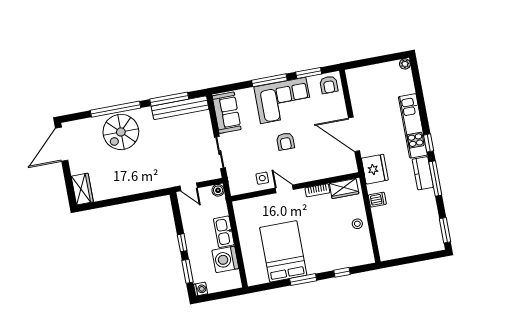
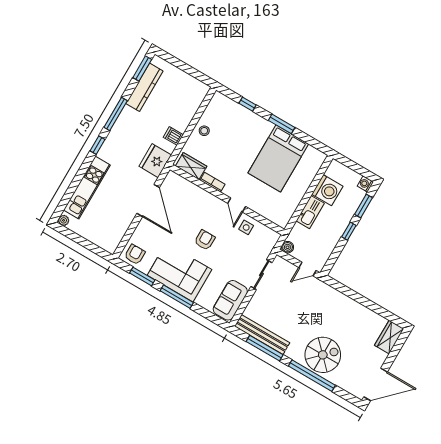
kitchen unit: (413, 126) -> (87, 188), moved
kitchen counter: (423, 173) -> (144, 87), moved, width x1.50
door: (189, 187) -> (308, 269), swing flipped

